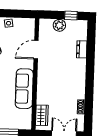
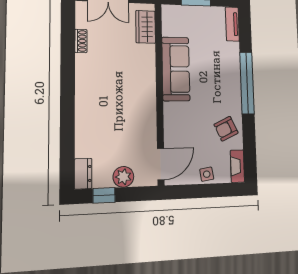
dresser: (82, 49) -> (83, 174), moved
door: (36, 50) -> (161, 164), moved

